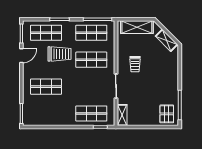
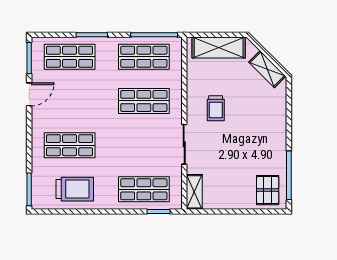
trolley: (59, 54) -> (75, 189), moved

